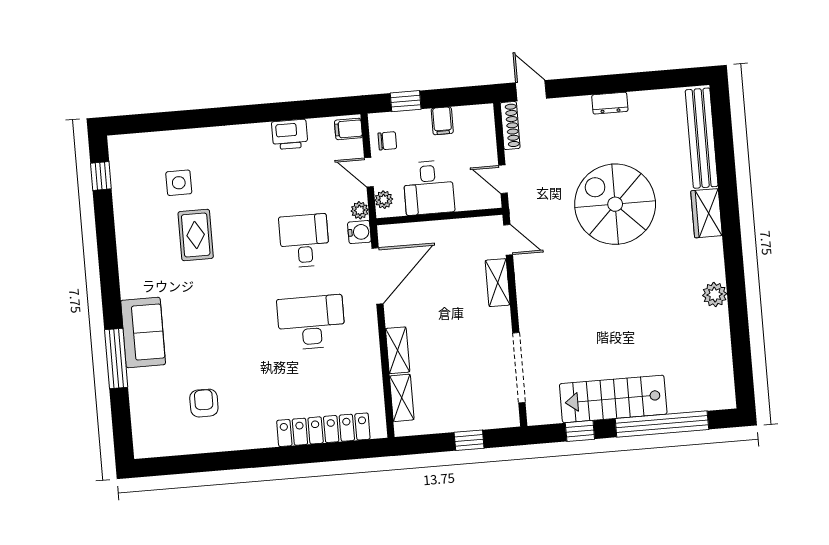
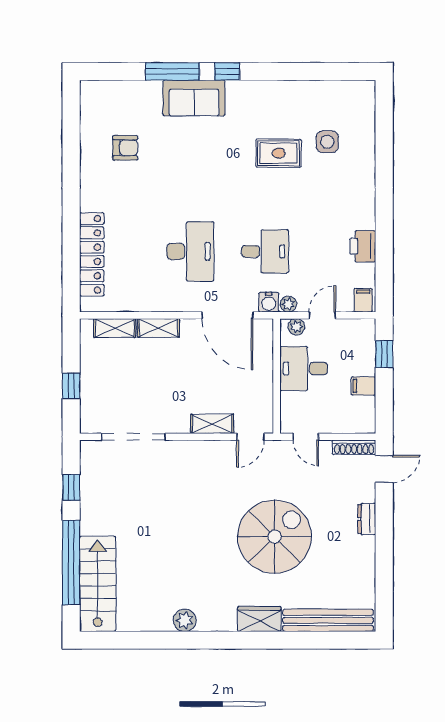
dresser: (610, 103) -> (367, 519), moved
chair: (387, 141) -> (349, 334), removed
window: (101, 176) -> (227, 71), moved
door: (503, 179) -> (306, 437), swing flipped
stairs: (613, 399) -> (98, 584), moved

